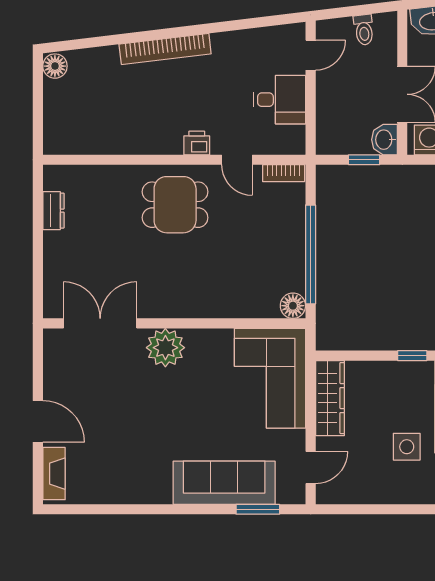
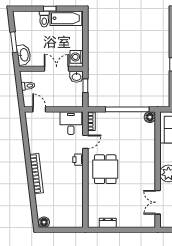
desk: (280, 100) -> (71, 123), moved
double door: (100, 323) -> (158, 202), width x0.73

